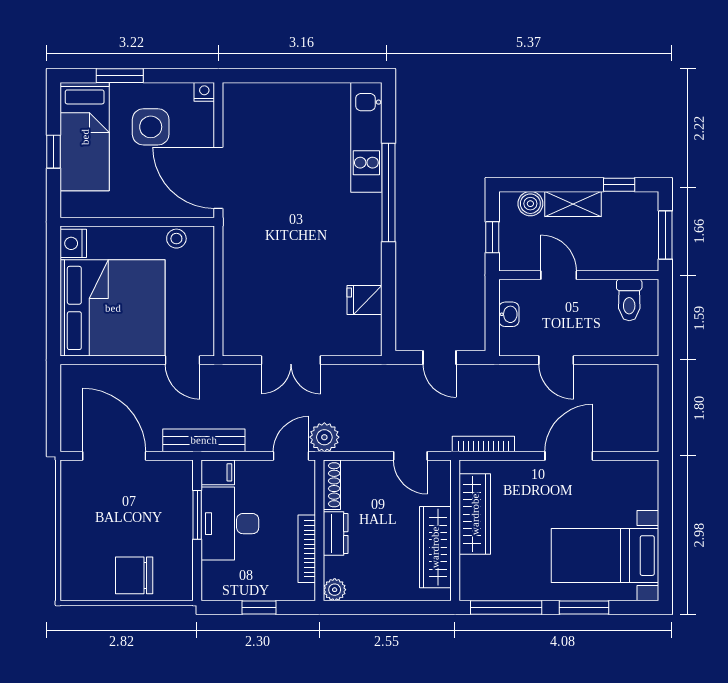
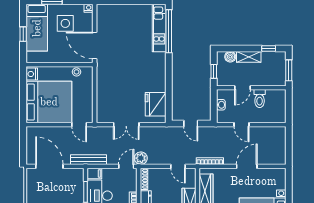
window: (389, 193) -> (169, 31), moved
door: (559, 275) -> (243, 88), swing flipped
fridge: (365, 300) -> (156, 104), width x1.88, depth x1.34
toilet: (629, 300) -> (260, 99), moved

